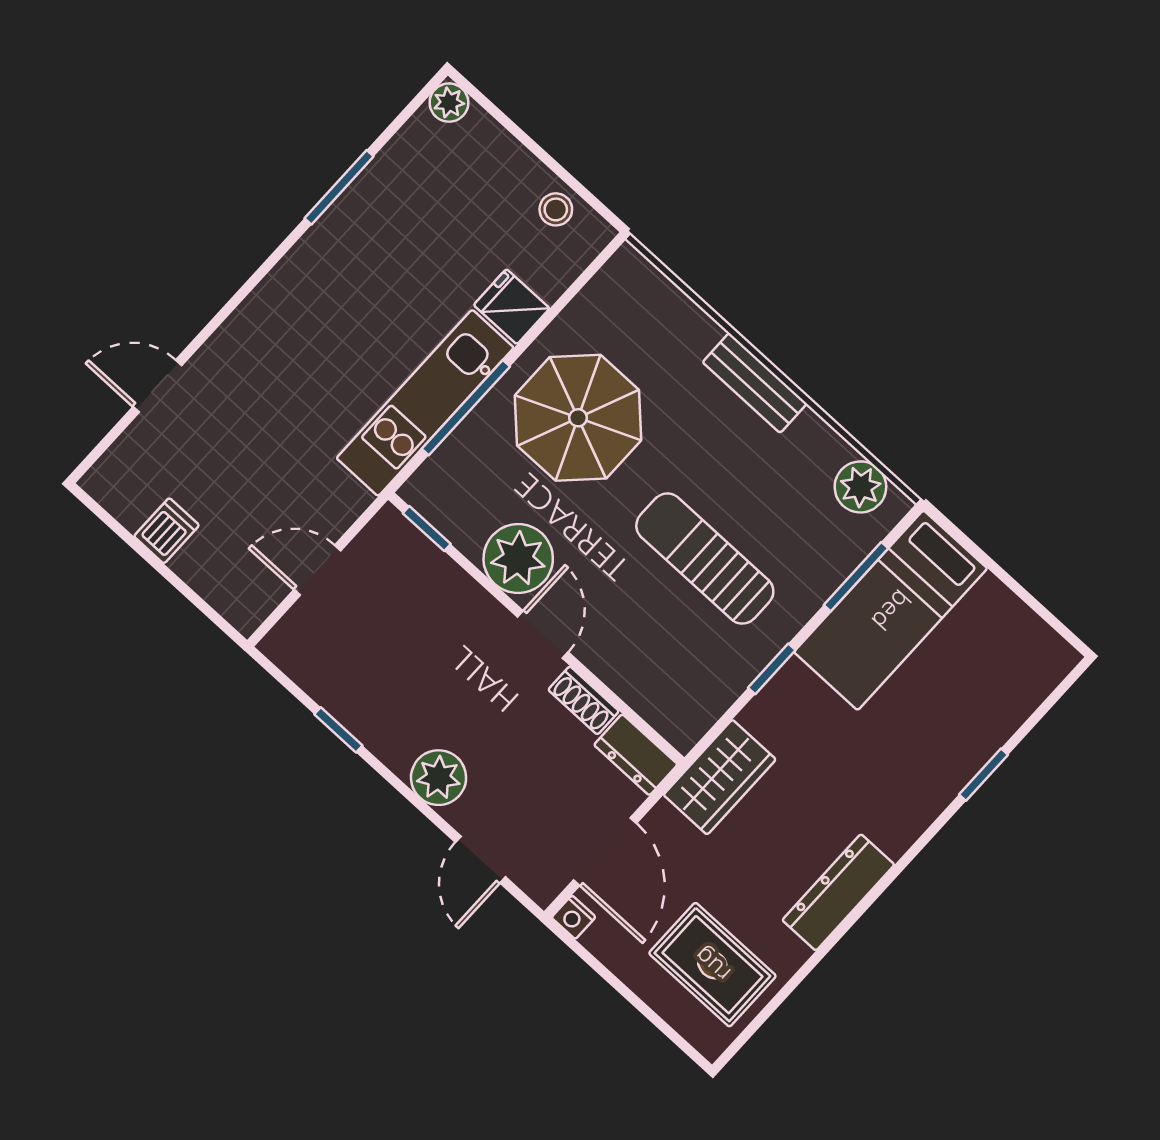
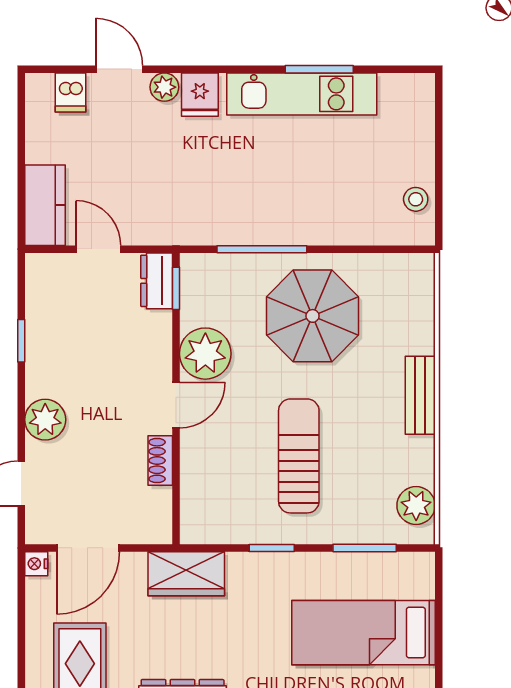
plant: (449, 103) -> (164, 87), moved
fridge: (512, 307) -> (200, 95), moved, turned 180
kitchen unit: (425, 403) -> (302, 94), moved, turned 180
dishwasher: (167, 531) -> (71, 92), moved, turned 90
kitchen counter: (225, 583) -> (45, 205), added
bed: (891, 610) -> (364, 633), moved
dresser: (636, 755) -> (157, 281), moved

